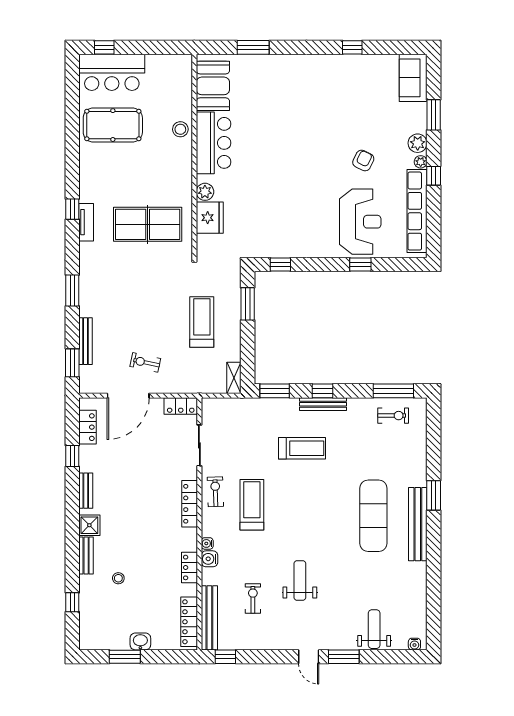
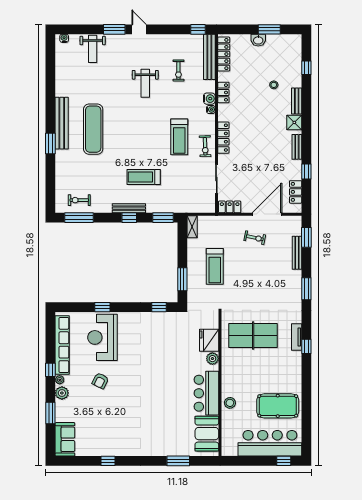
bar counter: (112, 72) -> (270, 443), width x1.36

